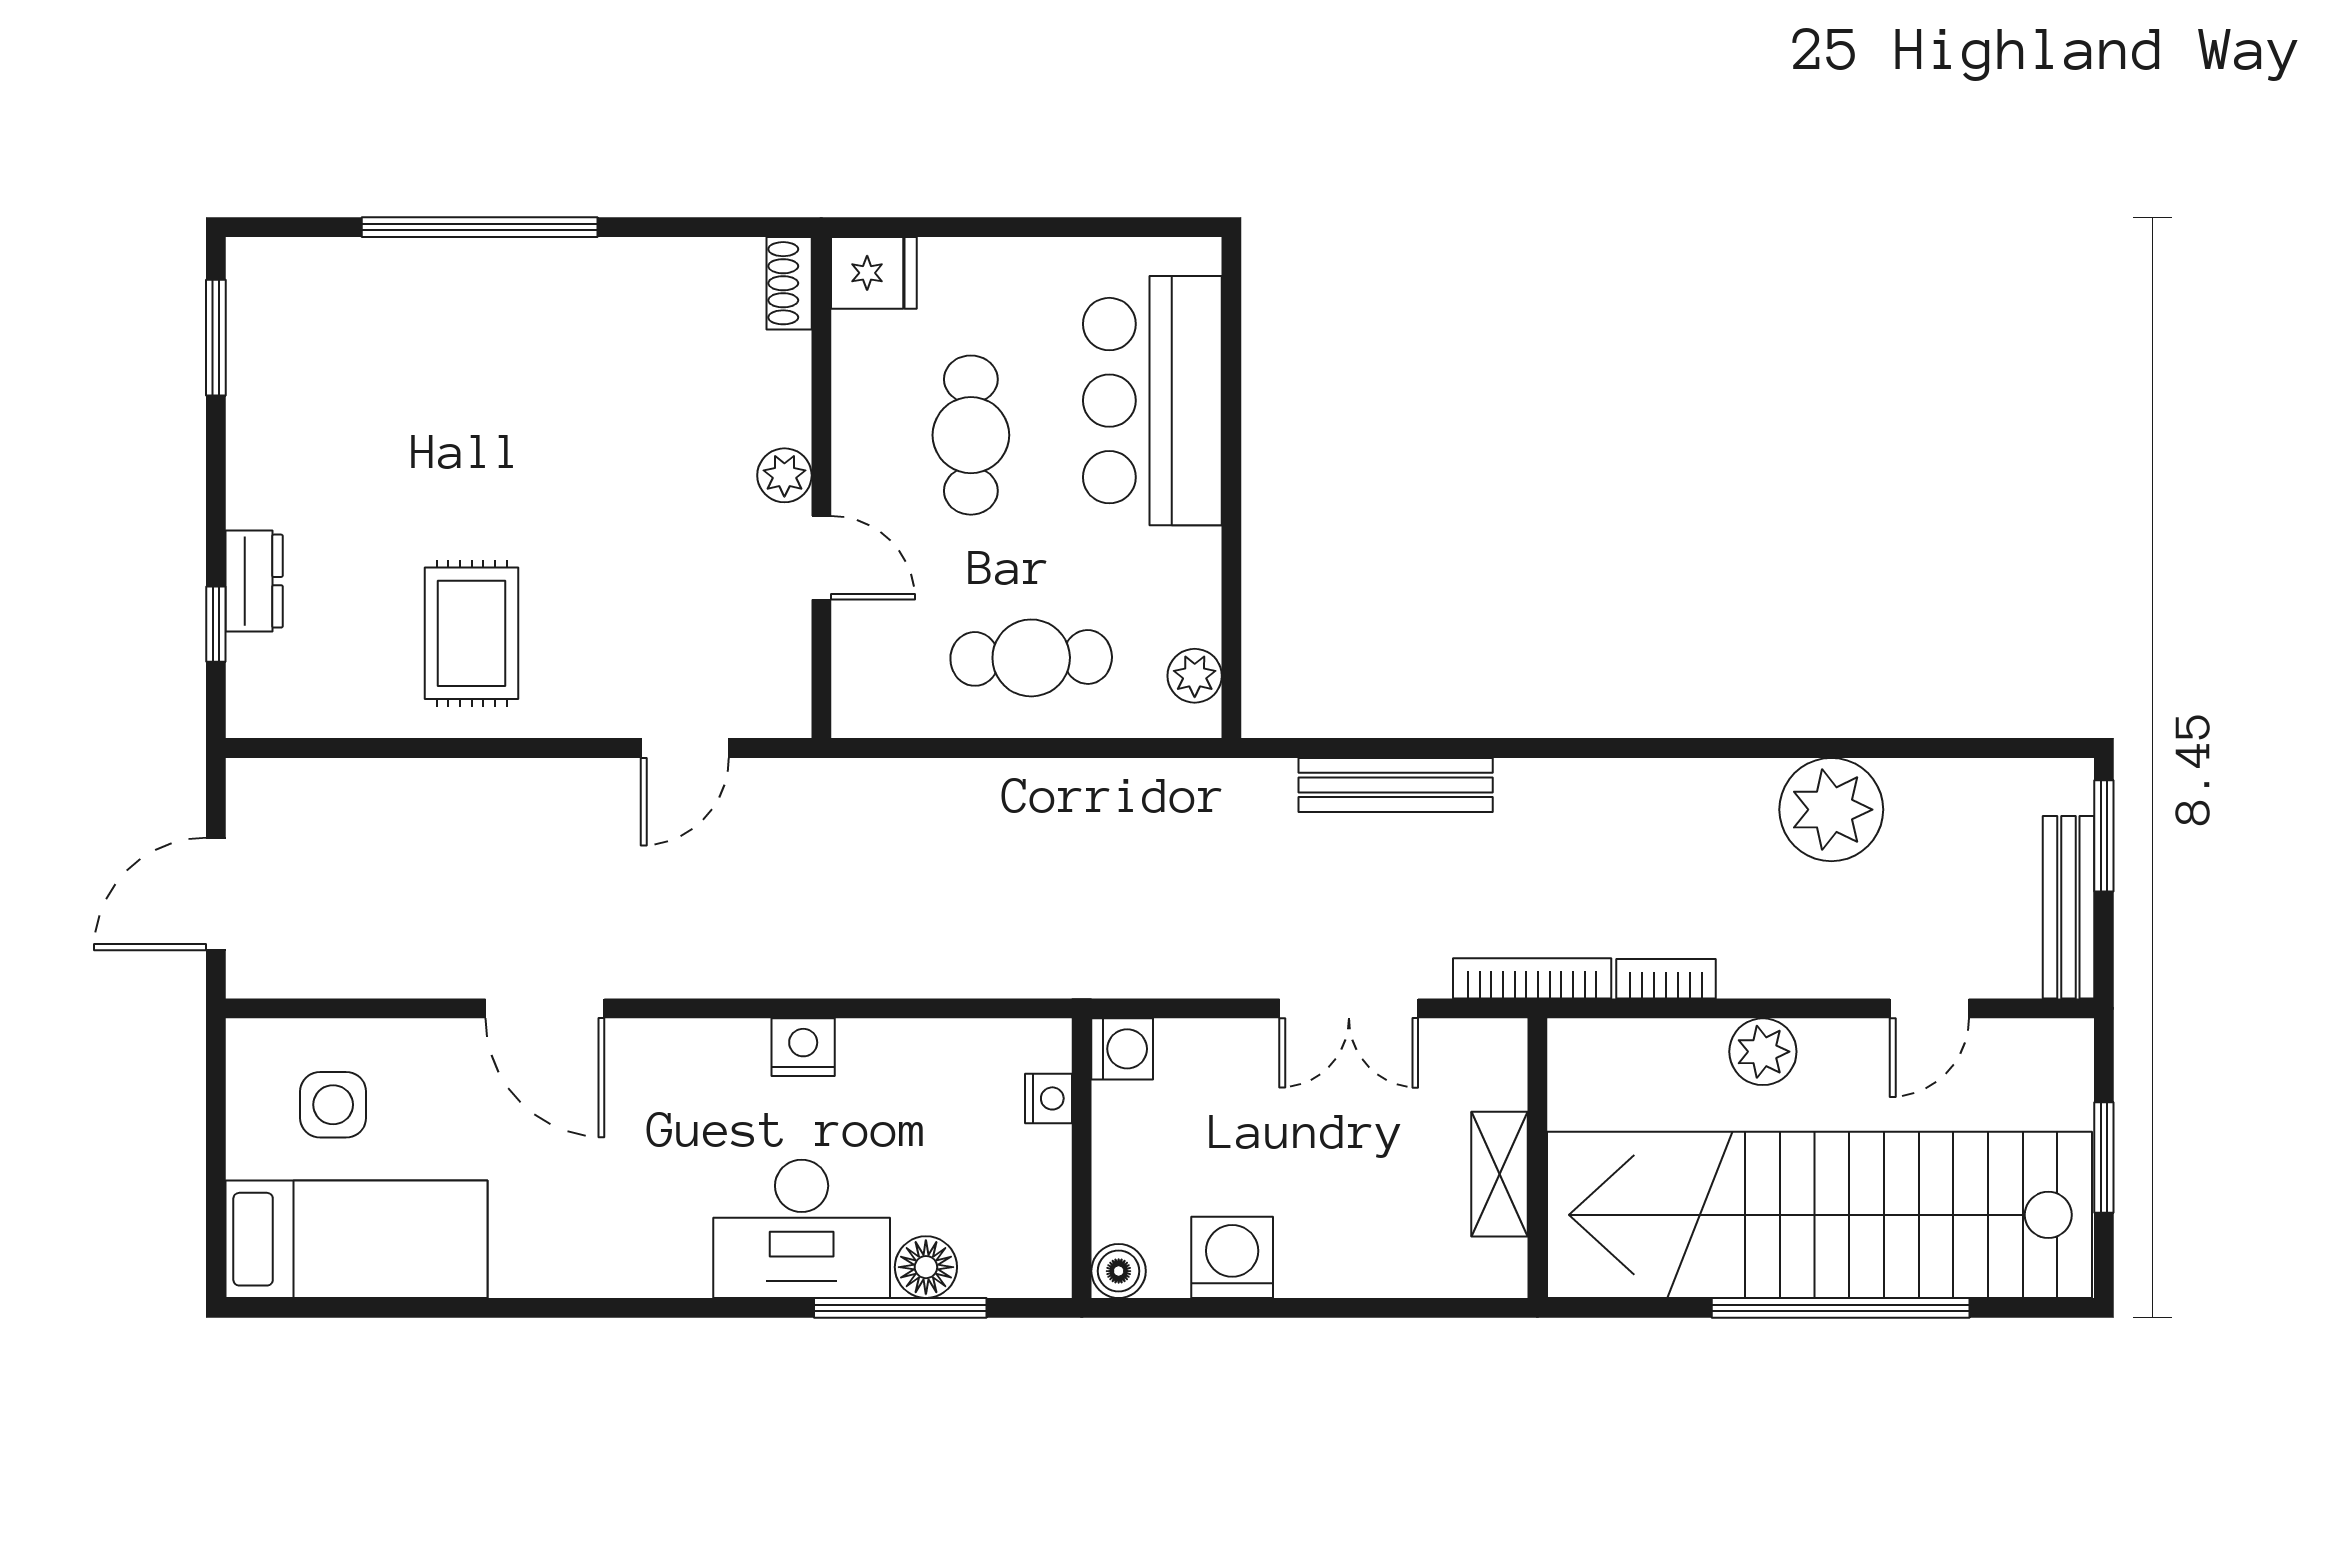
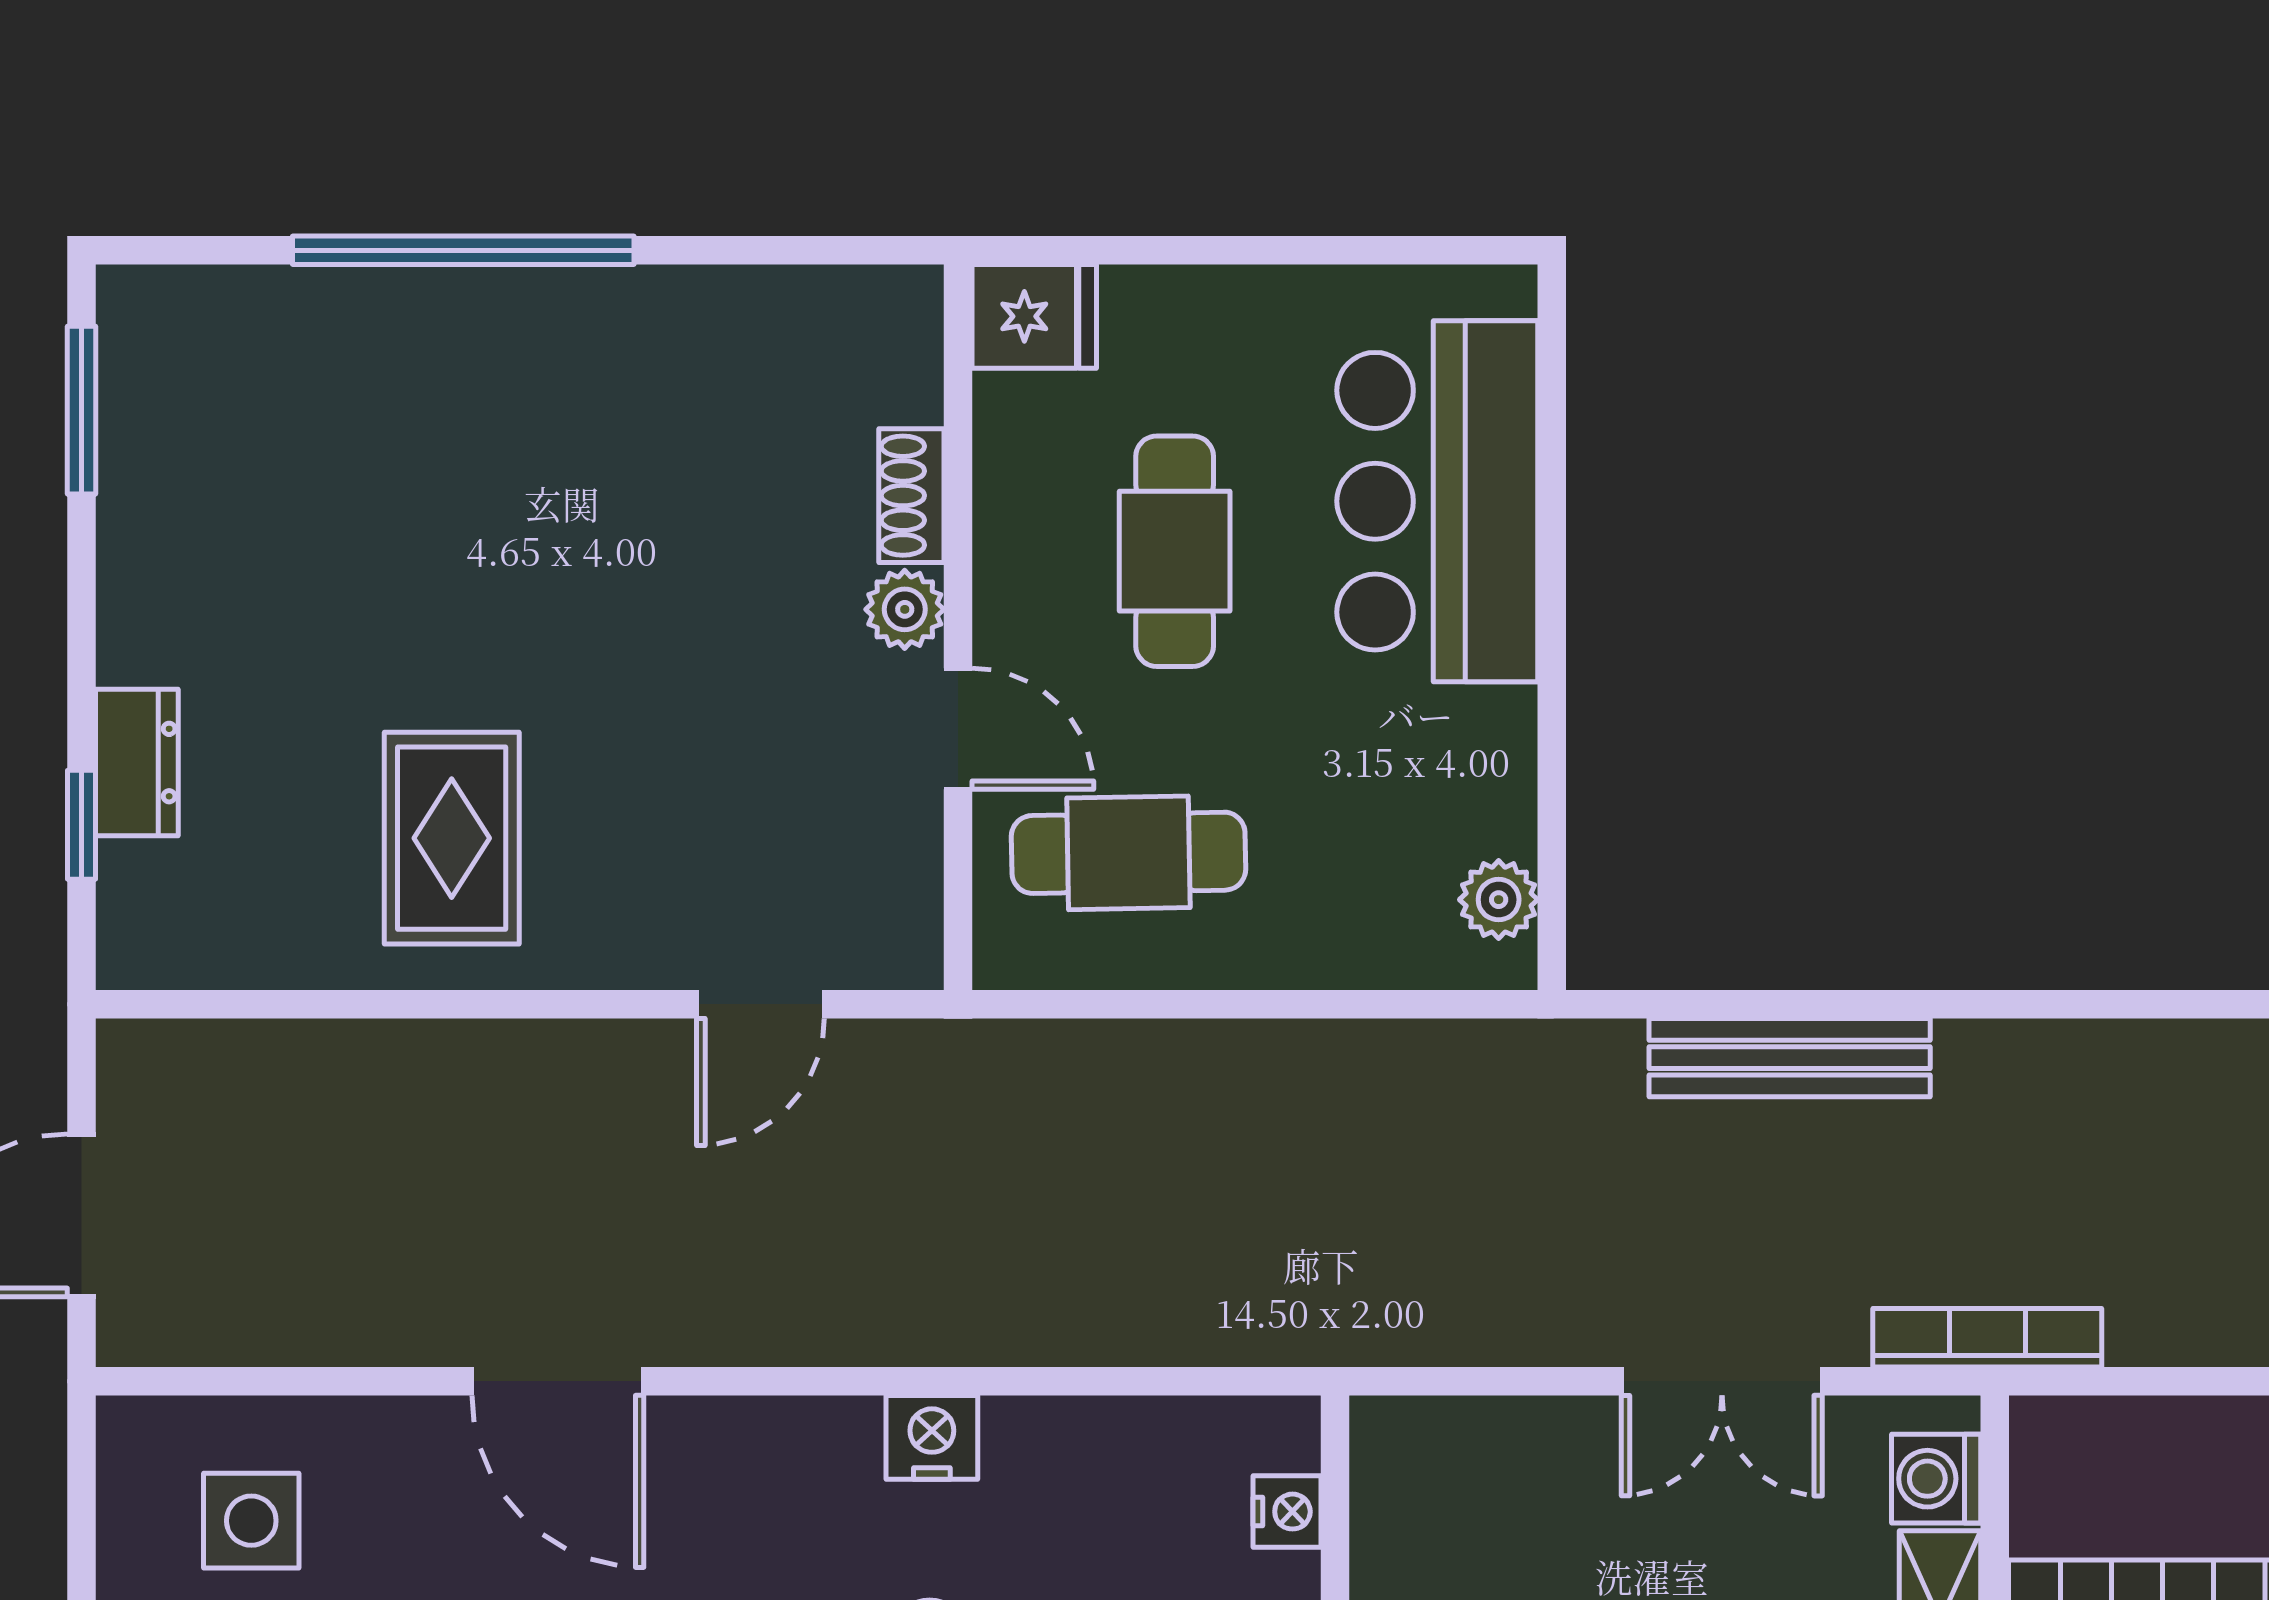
shoe rack: (789, 283) -> (911, 496), moved
cafe table: (1031, 658) -> (1128, 853), moved
bookcase: (1666, 979) -> (2181, 1338), removed
washing machine: (1122, 1049) -> (1936, 1479), moved, turned 180

